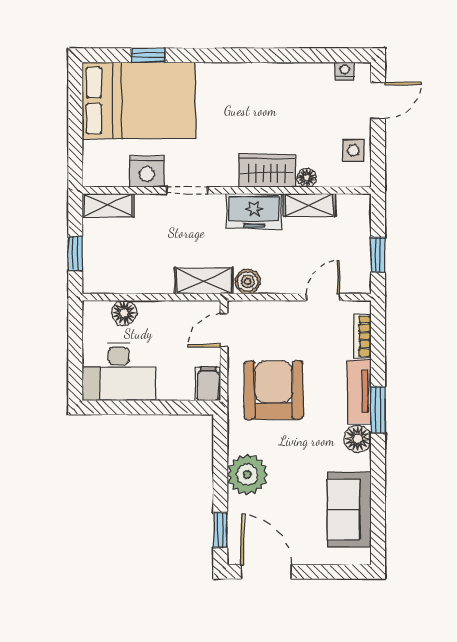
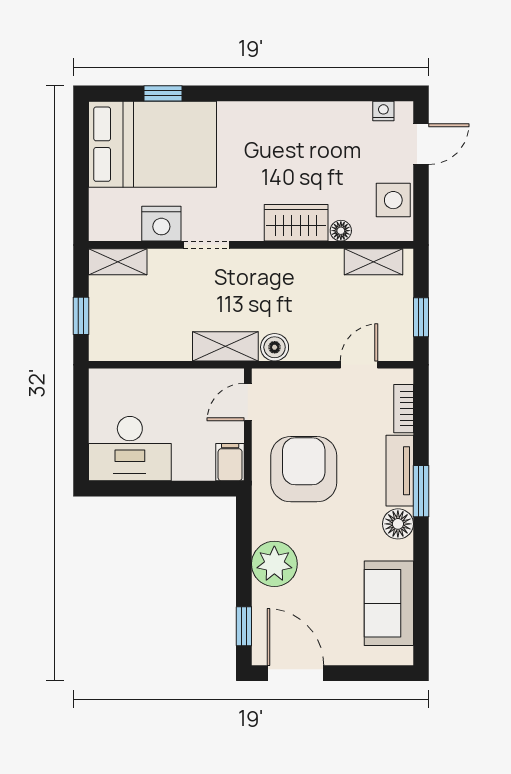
side table: (353, 150) -> (393, 200), width x1.37, depth x1.37
shelving: (309, 205) -> (373, 262), moved
freezer: (254, 211) -> (282, 268), removed
floor lamp: (124, 313) -> (136, 383), removed

